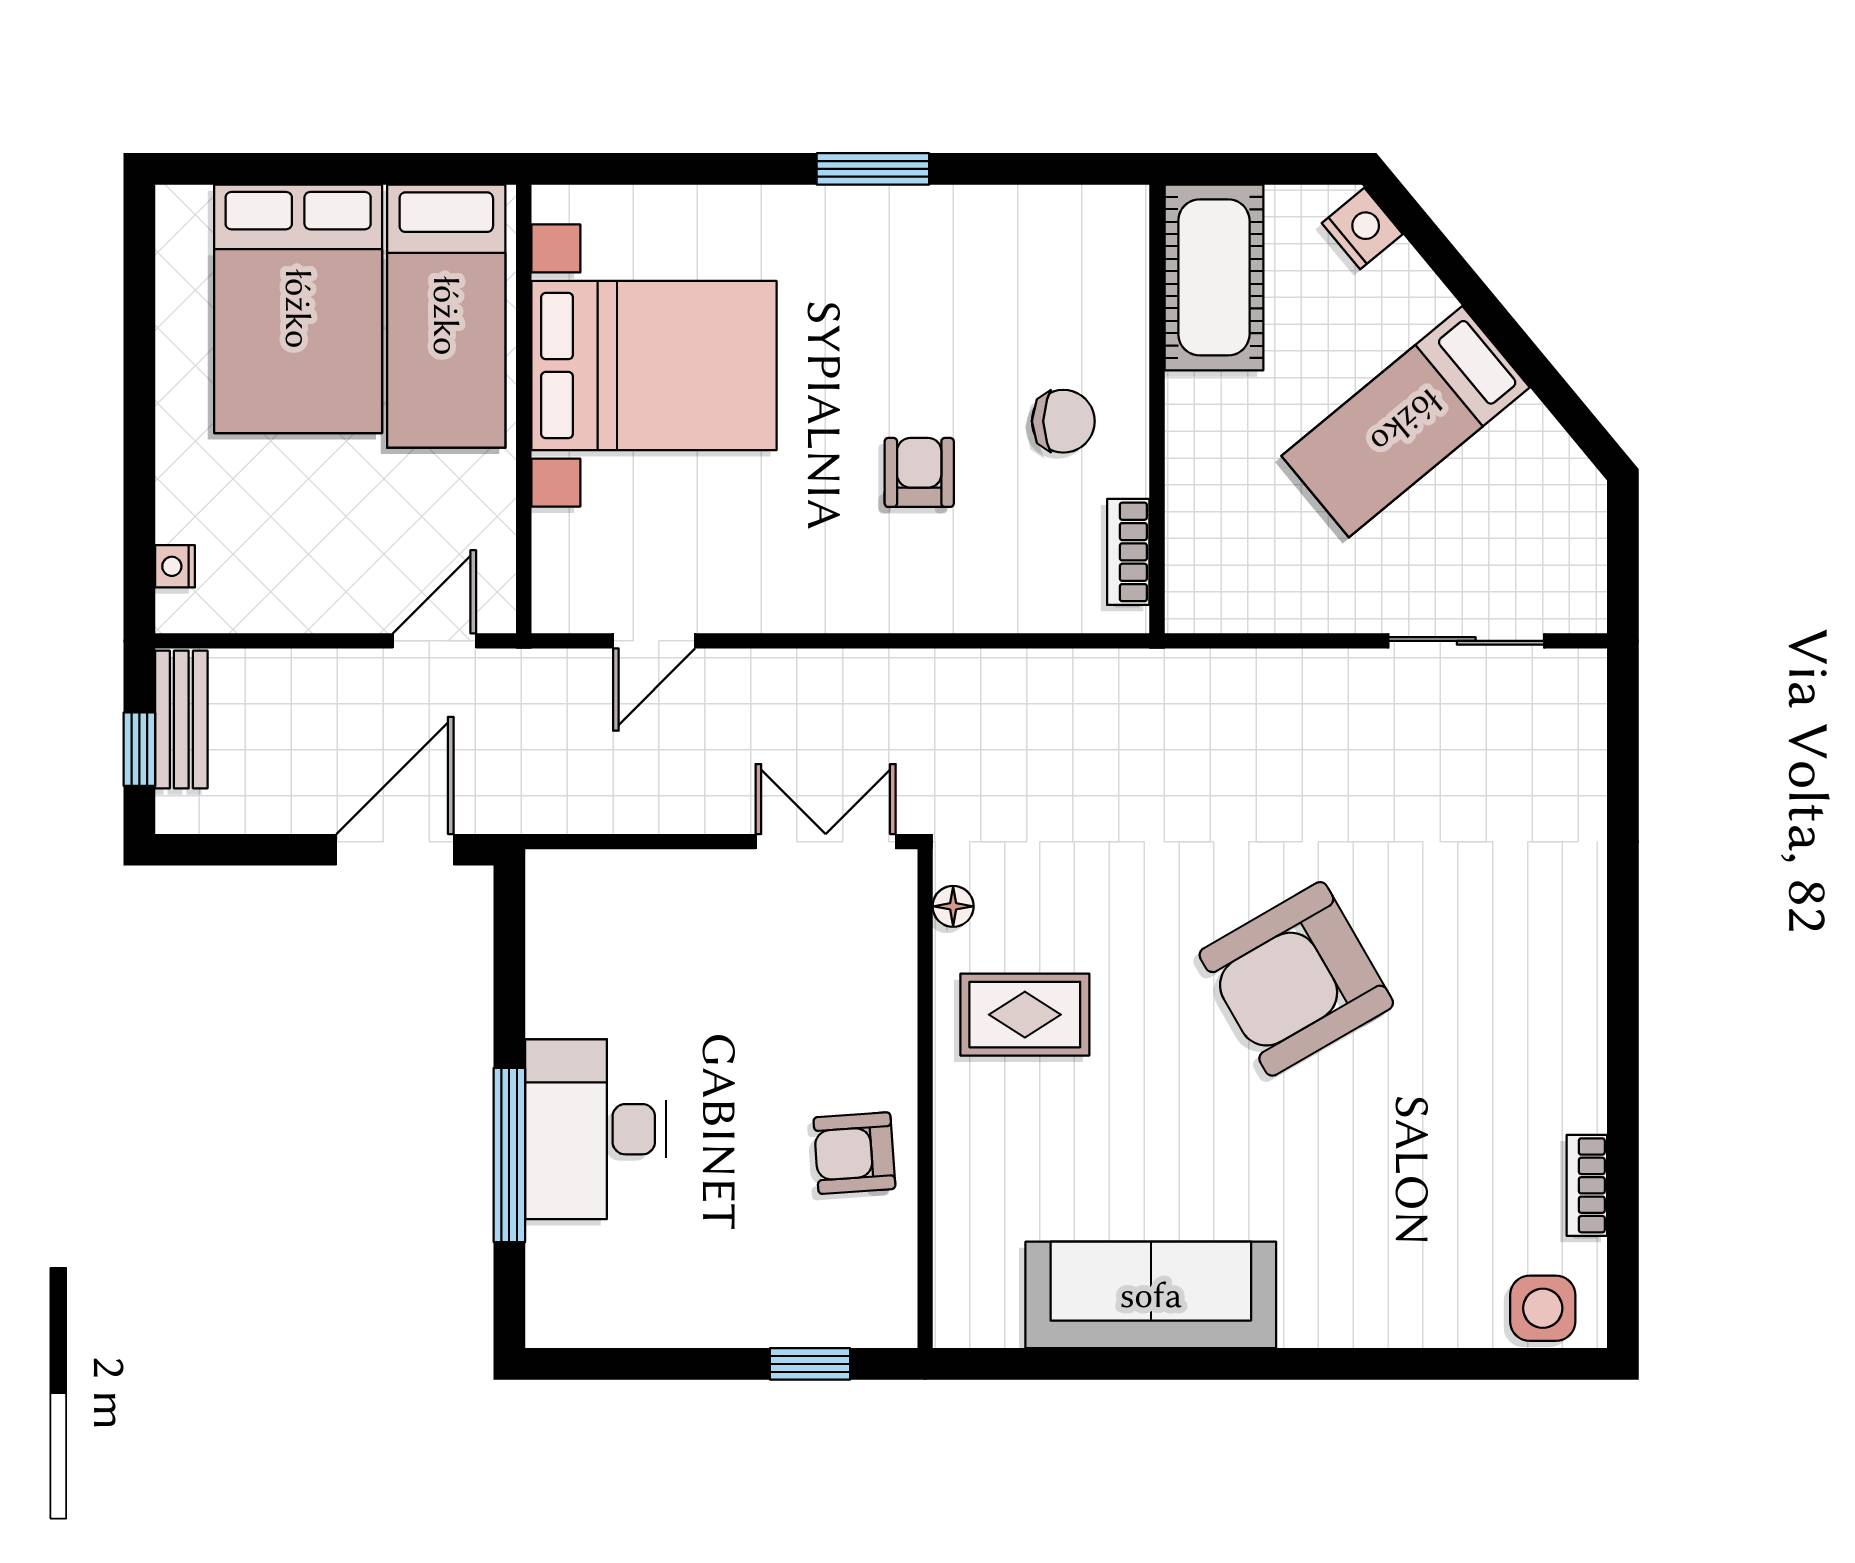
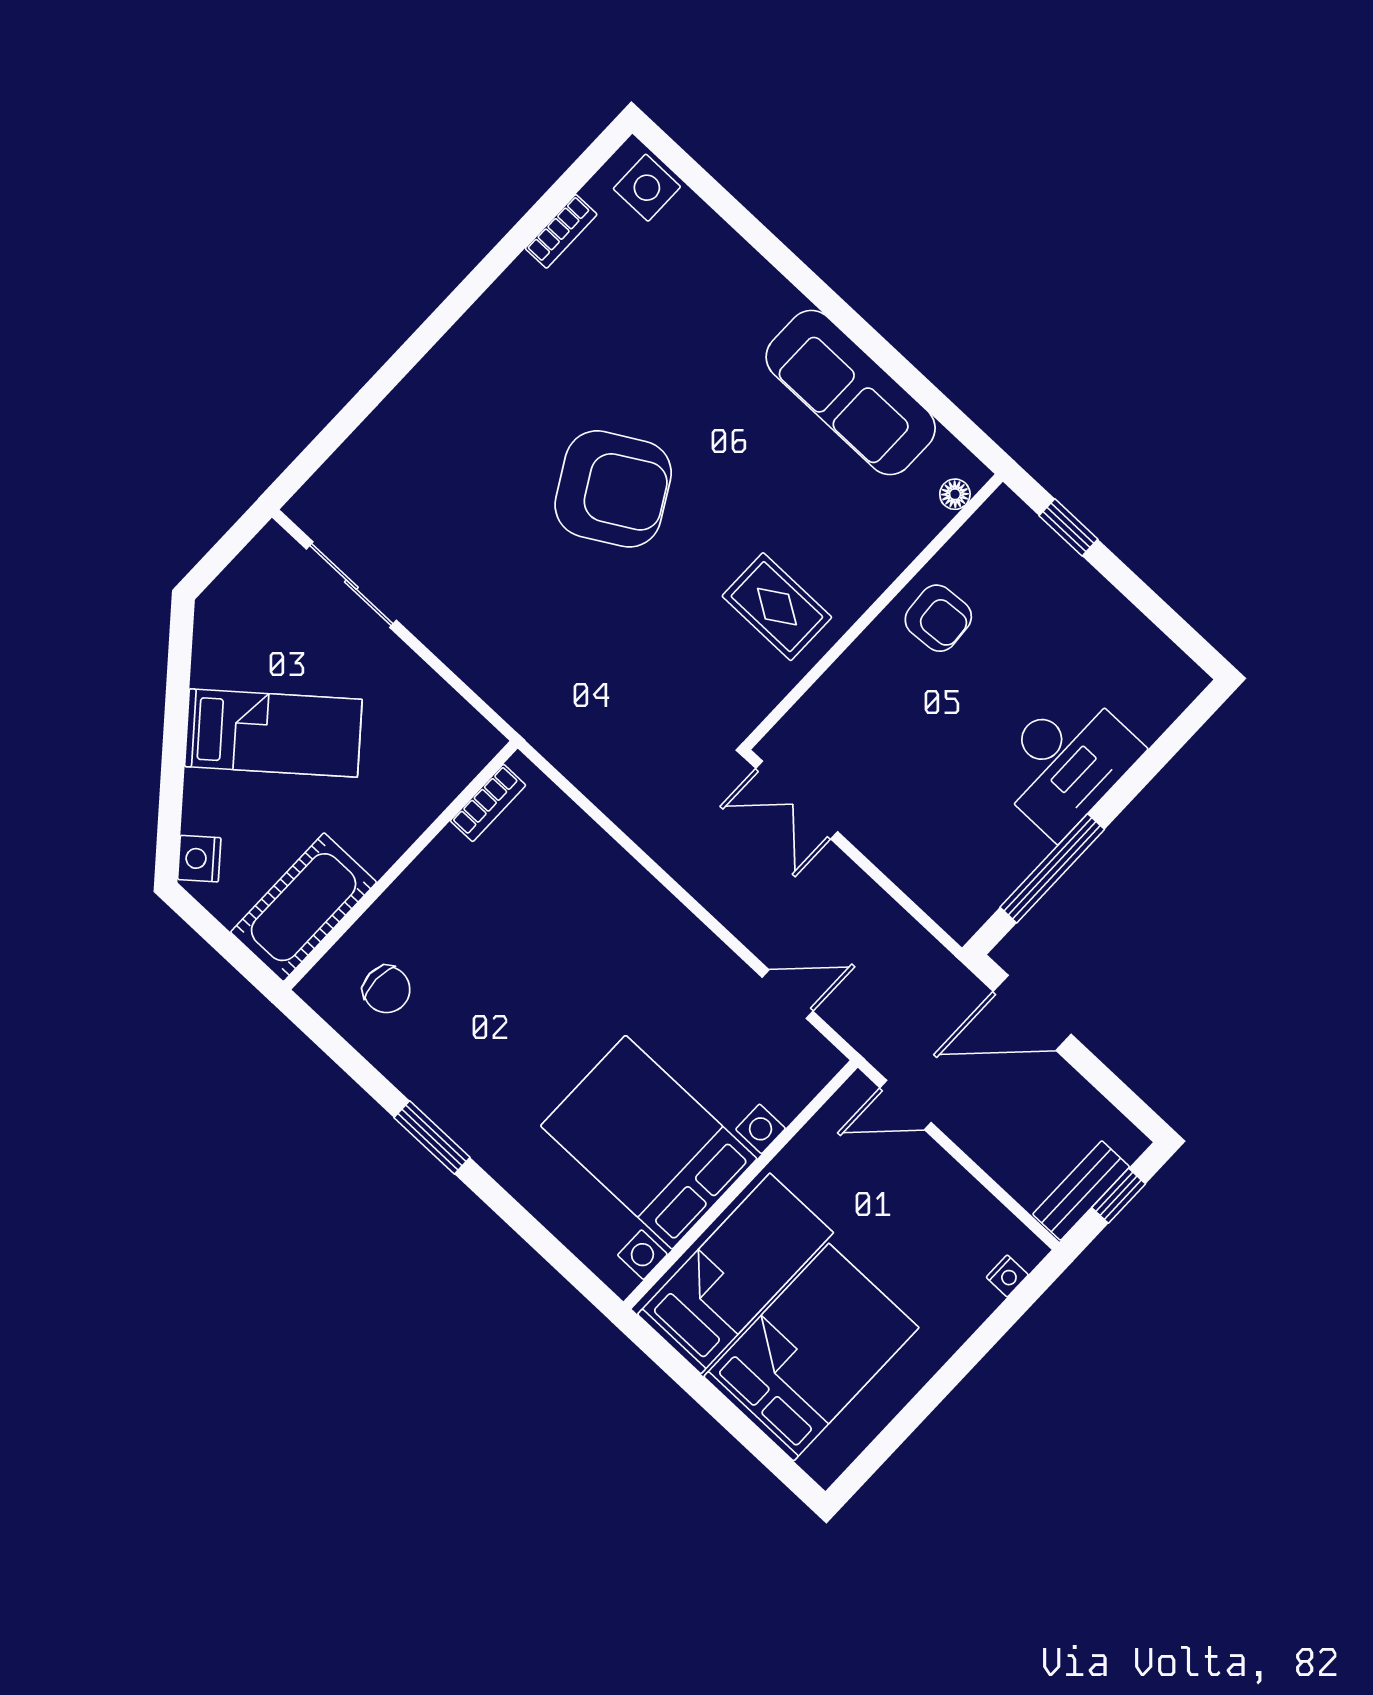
chair: (1063, 421) -> (387, 989), moved, turned 180
armchair: (919, 472) -> (560, 951), removed
floor lamp: (953, 906) -> (955, 494), moved
window: (509, 1155) -> (1052, 868), moved

